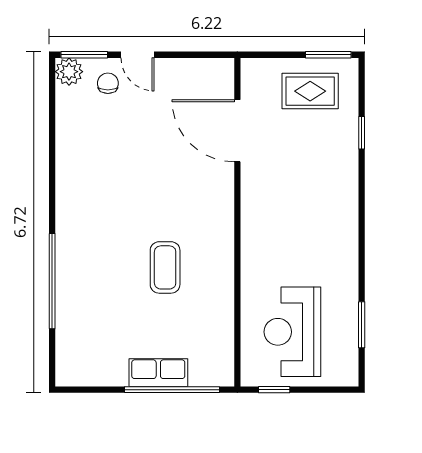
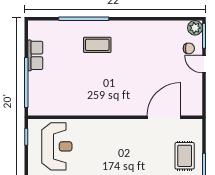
door: (138, 55) -> (204, 64), hinge flipped
coffee table: (165, 267) -> (97, 45), moved
reception desk: (292, 332) -> (57, 146), turned 90
row of seats: (158, 373) -> (35, 55), moved

